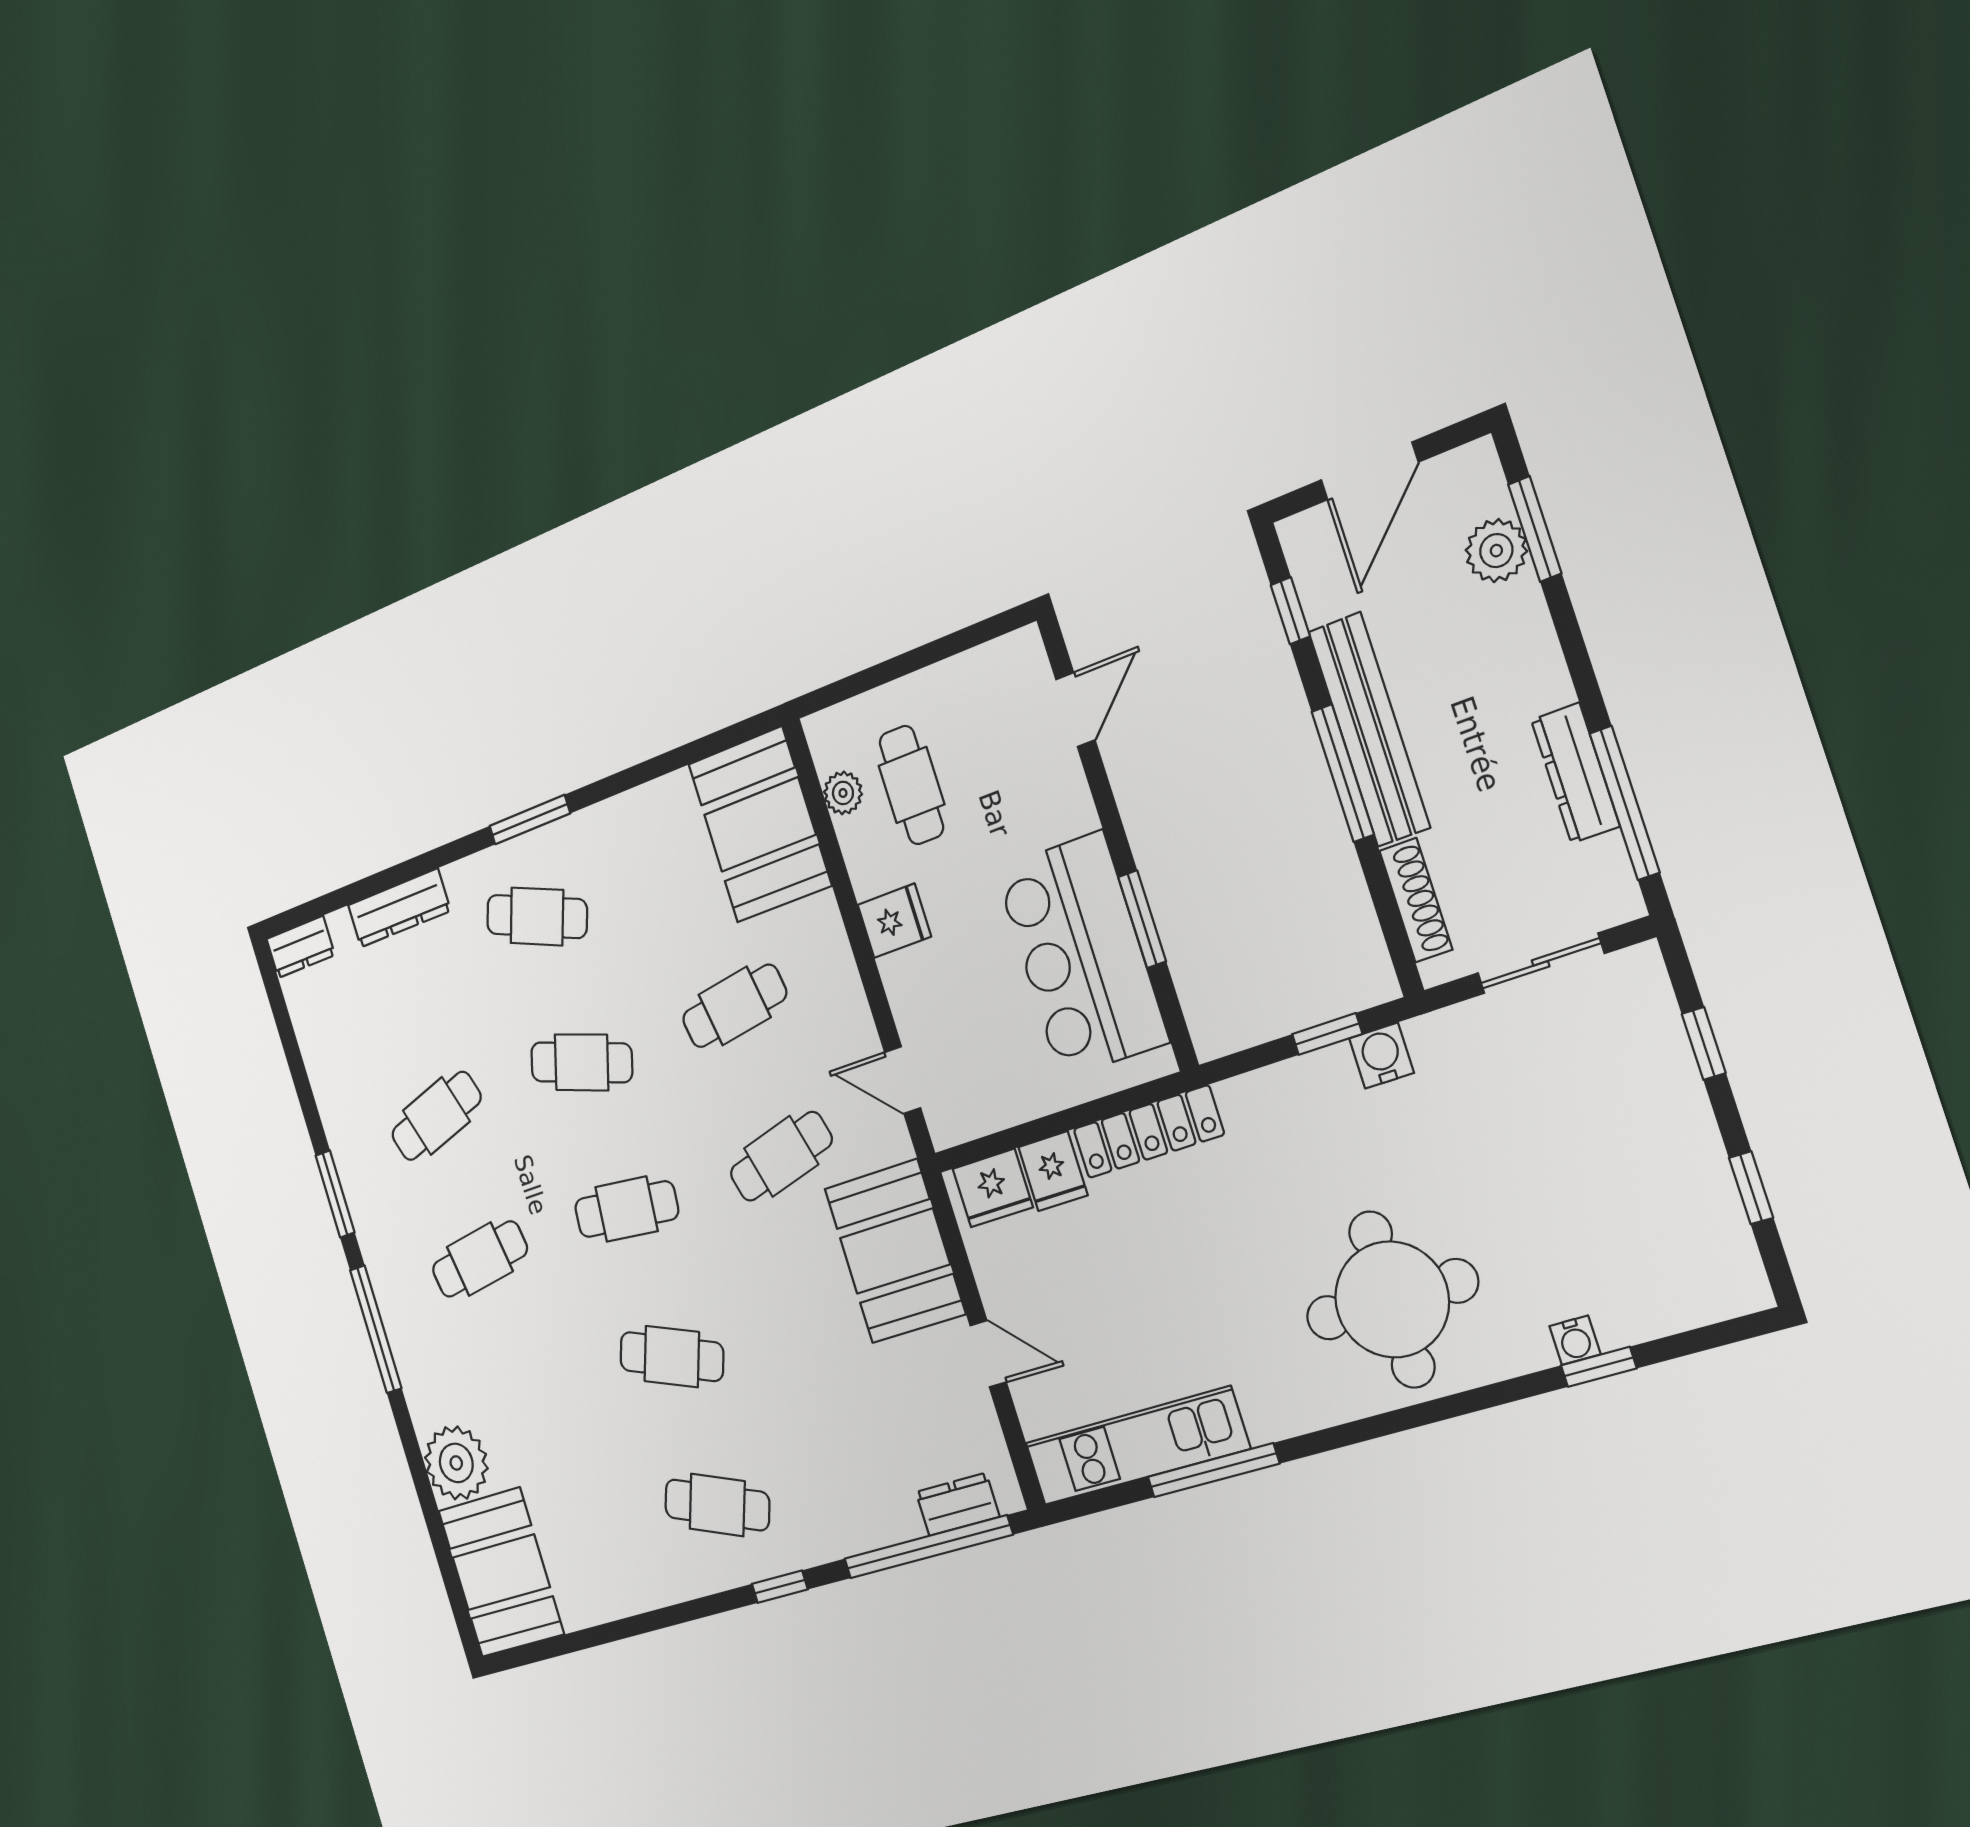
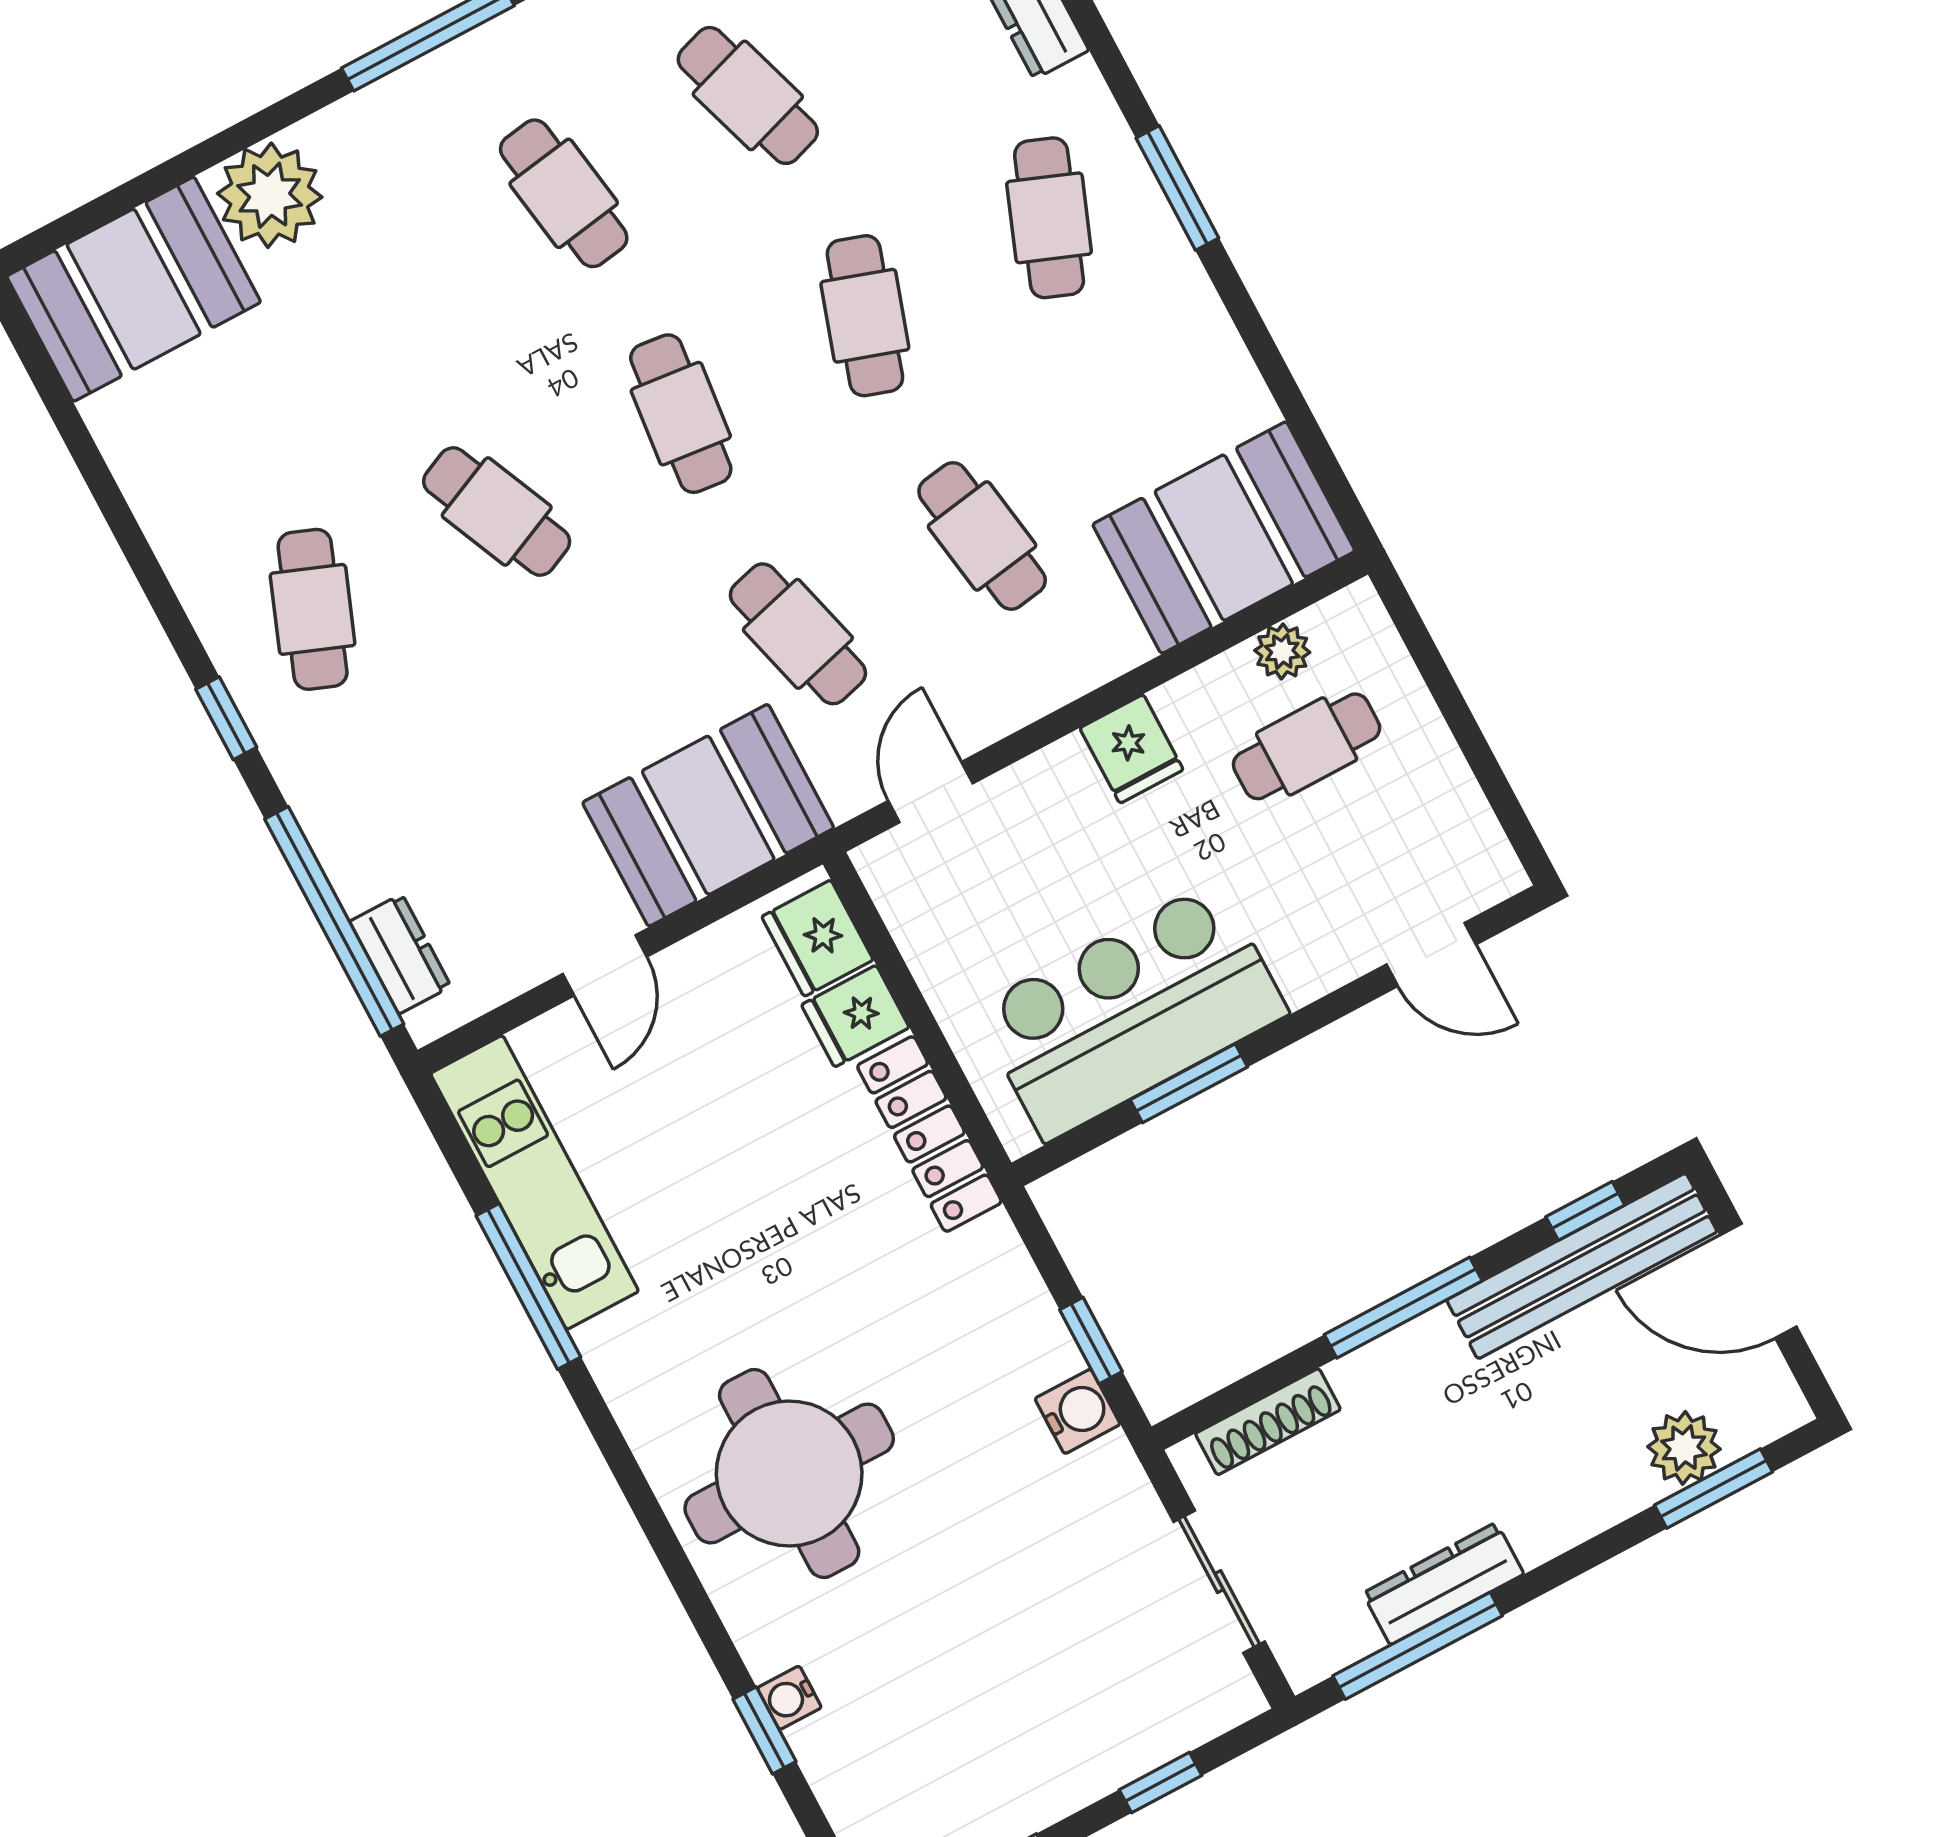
bench: (1369, 729) -> (1582, 1266), moved
cafe table: (672, 1357) -> (497, 511), turned -45

